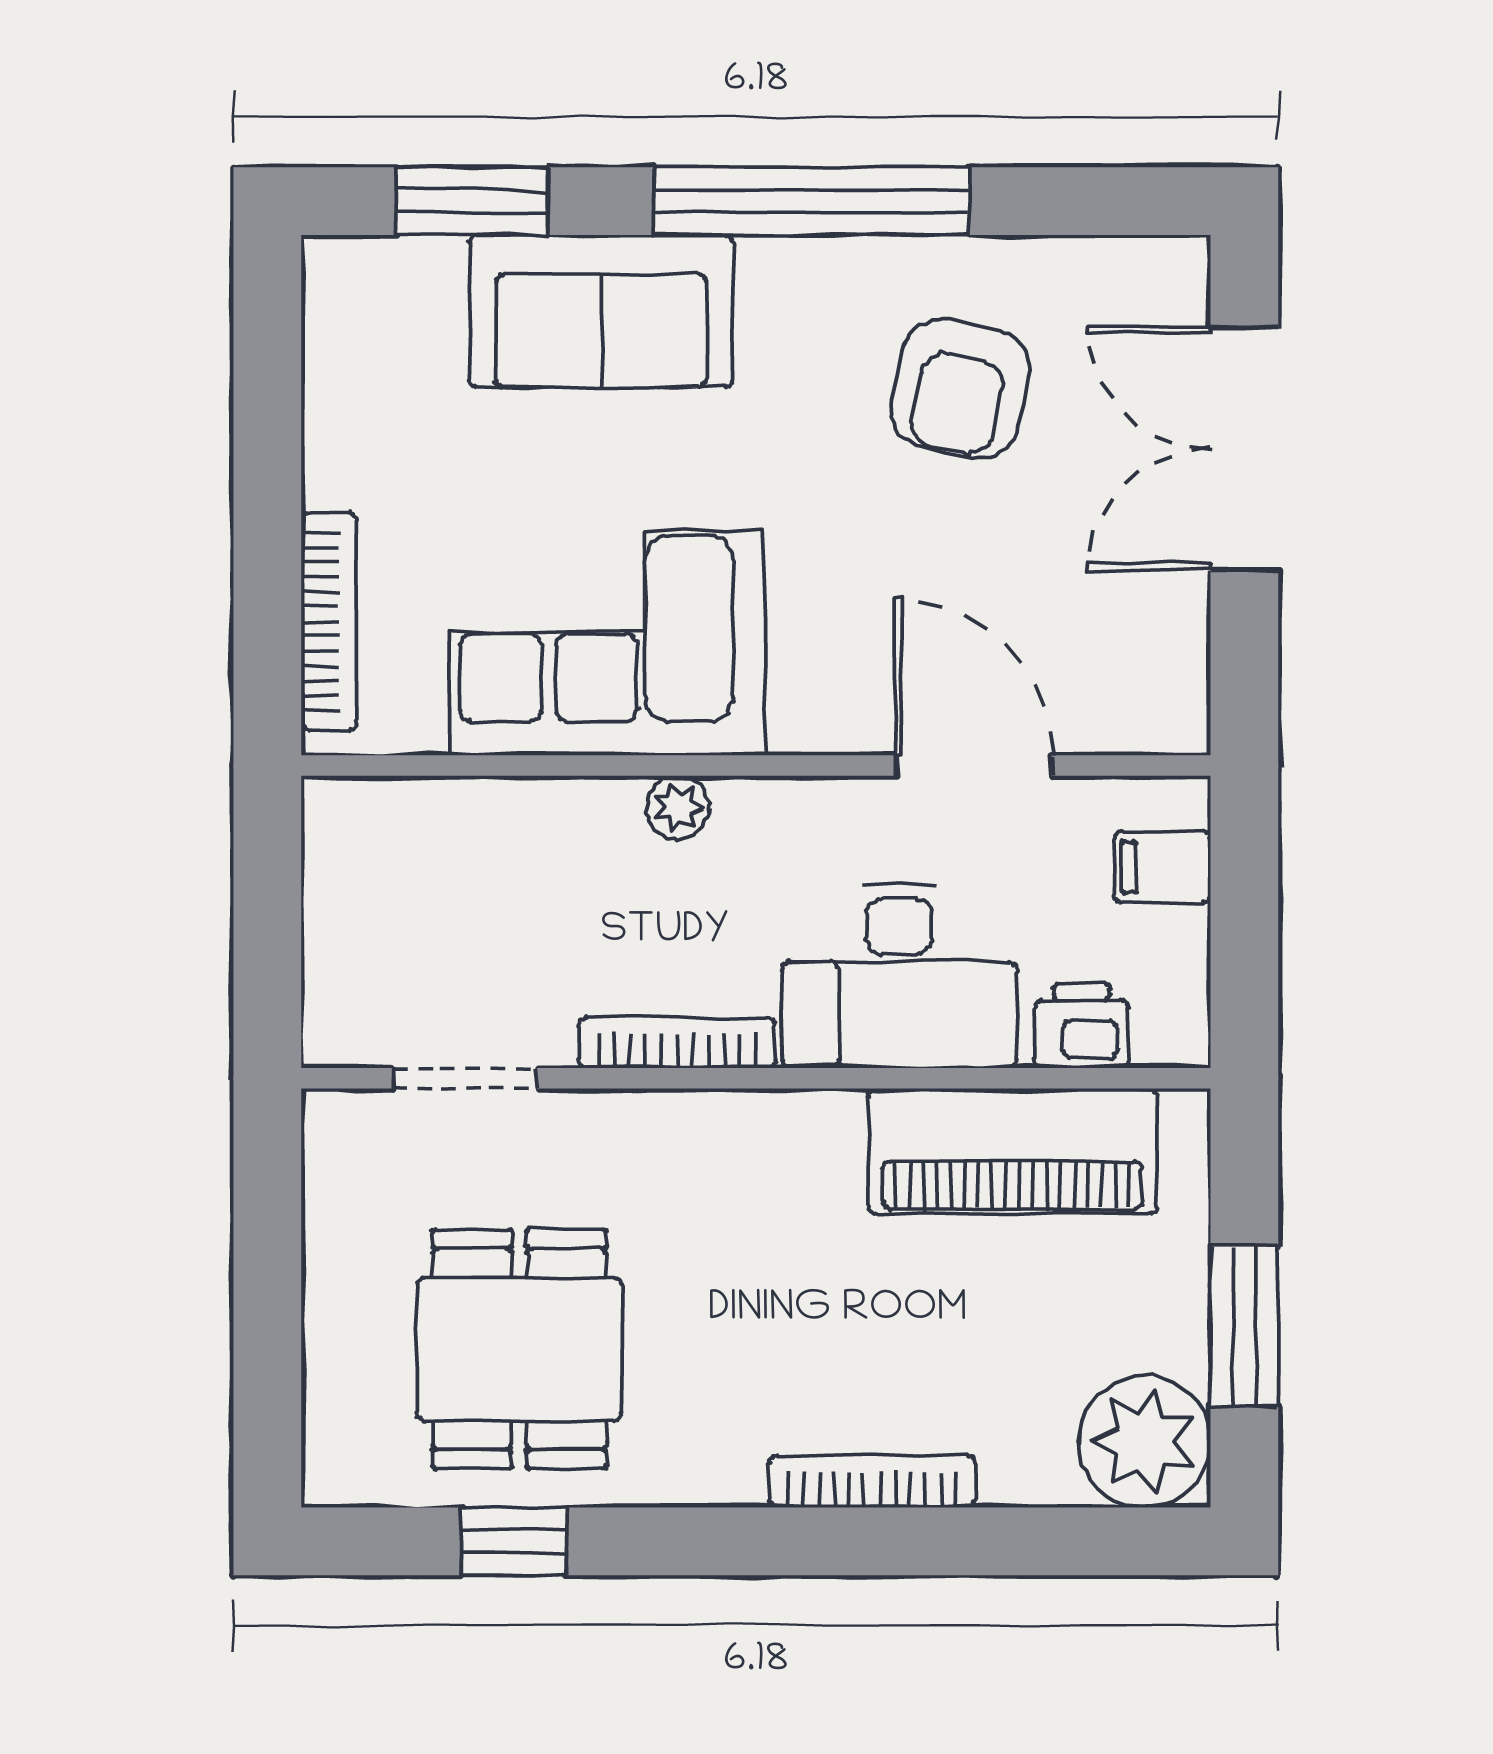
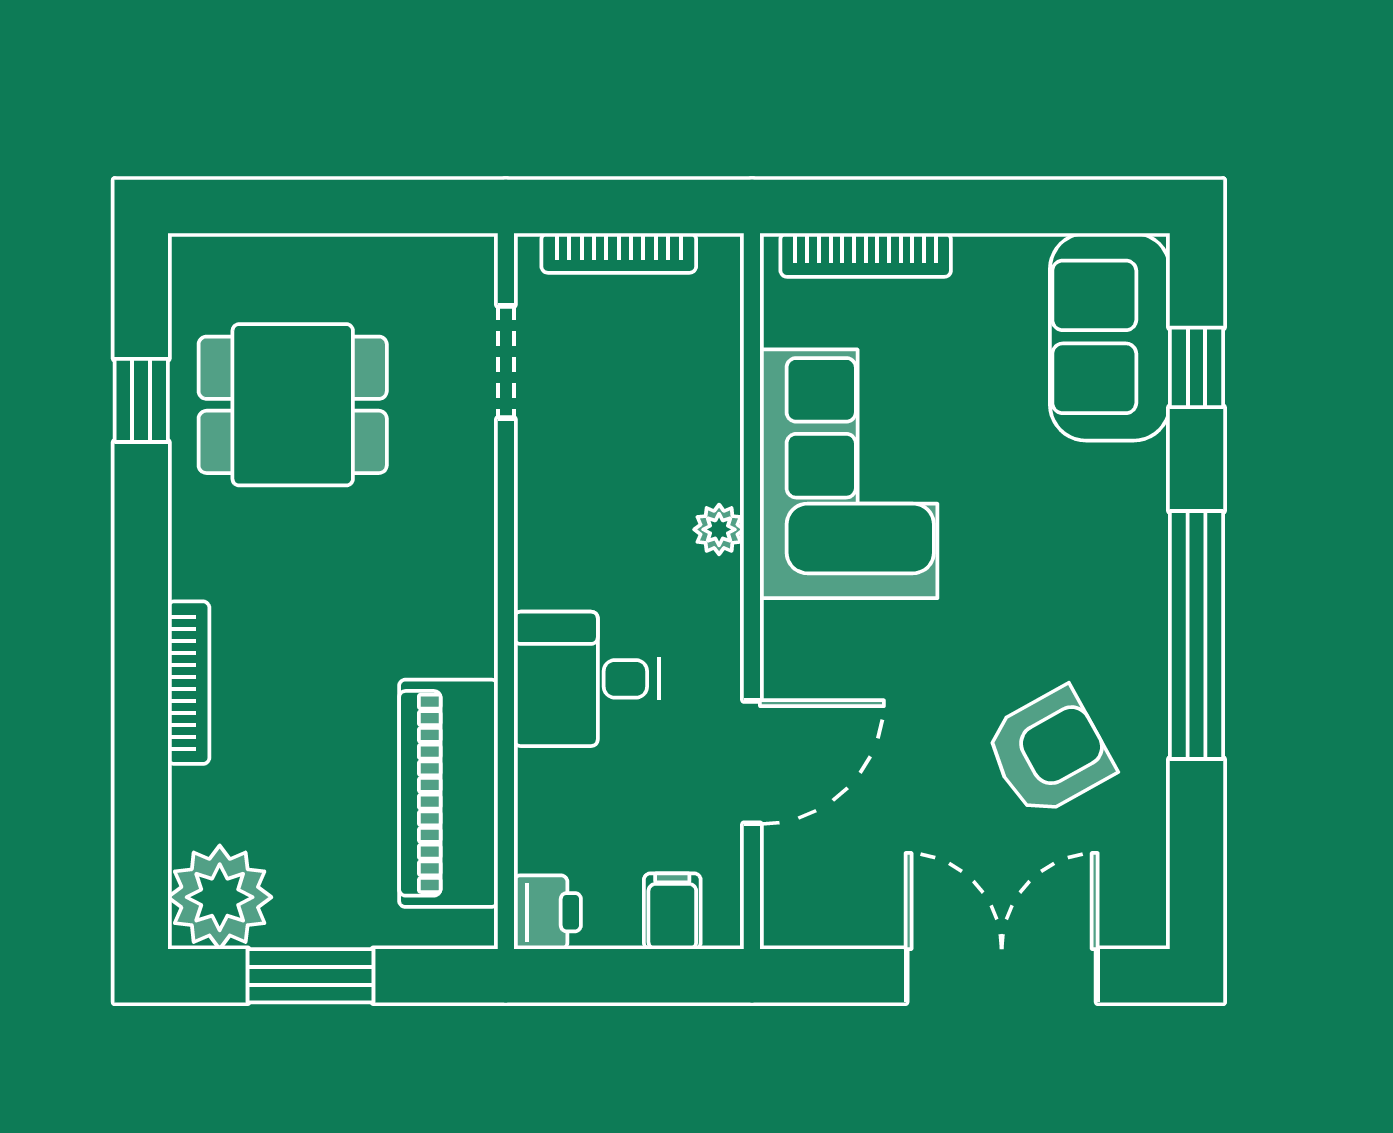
window: (472, 201) -> (1196, 367), width x0.67
sofa: (601, 311) -> (1110, 337), moved
armchair: (960, 388) -> (1049, 752), turned 139
desk: (899, 976) -> (586, 679), width x0.73
printer: (1082, 1026) -> (547, 912), moved
bookcase: (677, 1043) -> (619, 253), moved, turned 90

